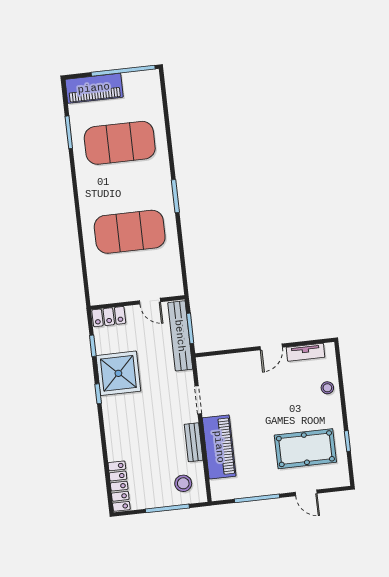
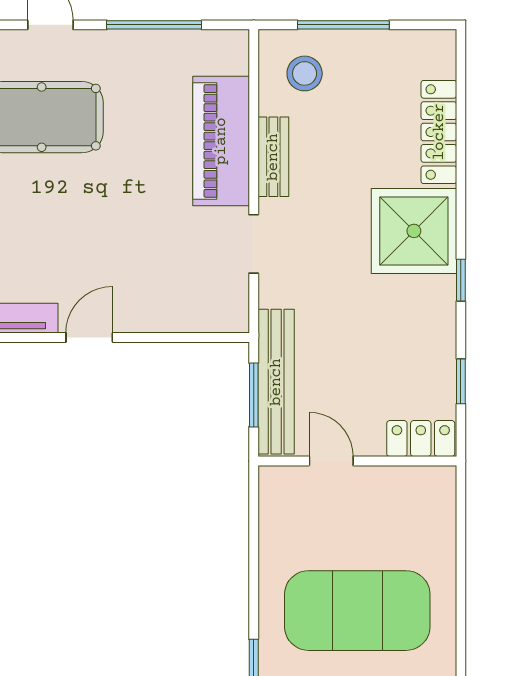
shower: (118, 373) -> (414, 231), moved
locker: (119, 486) -> (439, 132), moved

